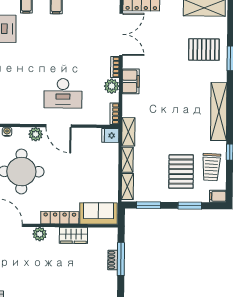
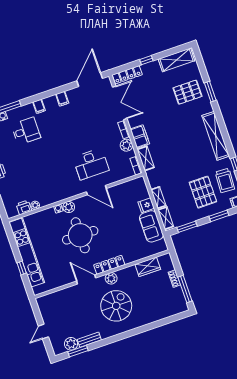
shelving: (128, 132) -> (146, 158), moved
plant: (36, 134) -> (69, 207), moved
fridge: (110, 135) -> (146, 205), moved
sofa: (98, 213) -> (151, 226), moved, turned -90
locker: (60, 218) -> (109, 265), moved
wardrobe: (73, 235) -> (148, 267), moved
window: (121, 259) -> (185, 289), moved
spiral stairs: (34, 268) -> (116, 306), added

